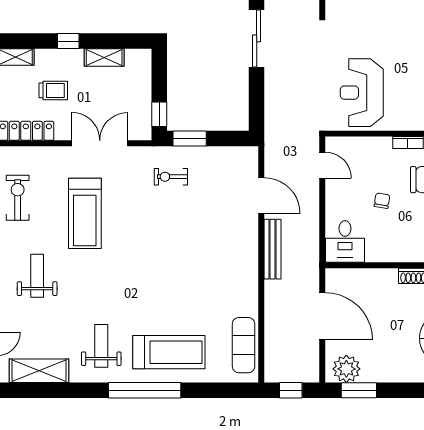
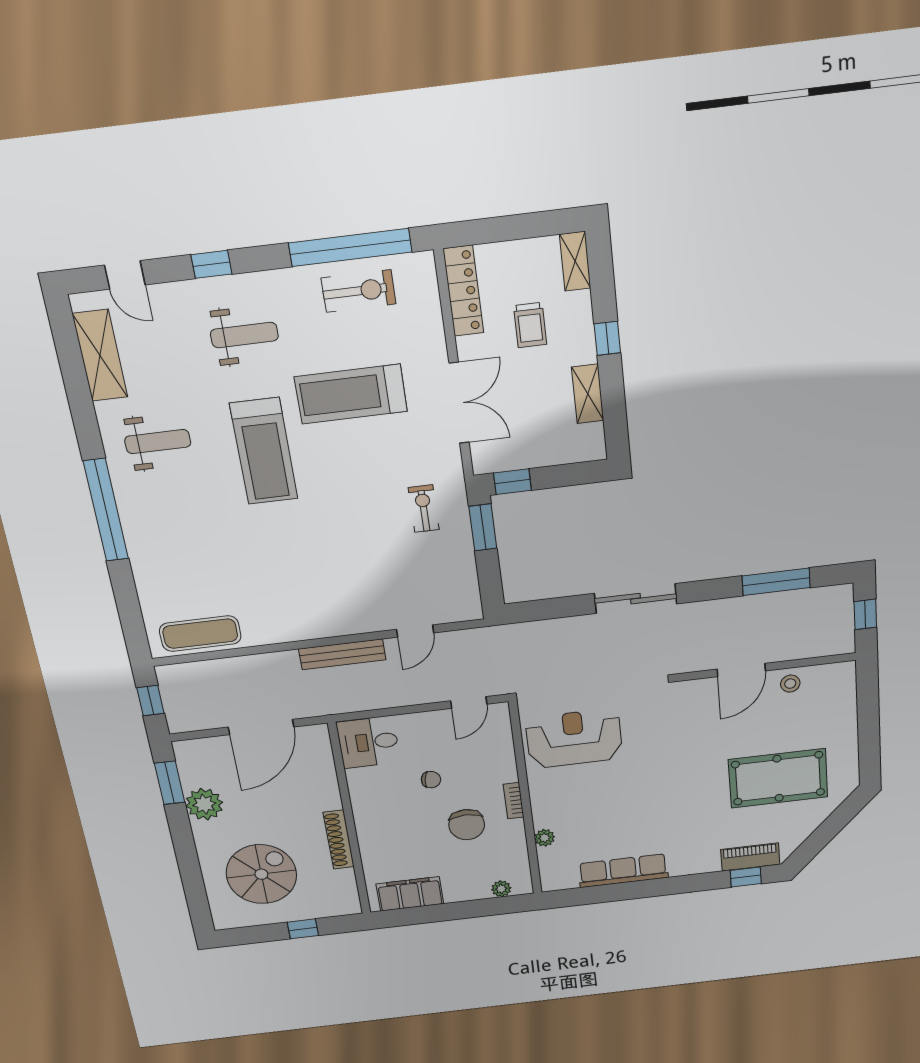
door: (261, 196) -> (415, 631), width x0.73
treadmill: (169, 352) -> (264, 451), moved
plant: (346, 369) -> (204, 804), moved

